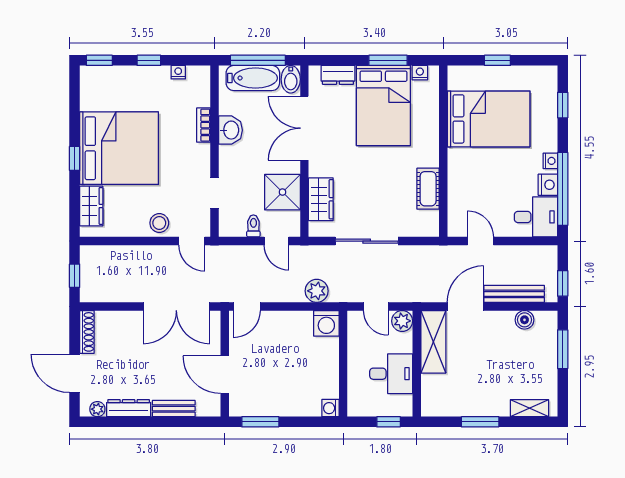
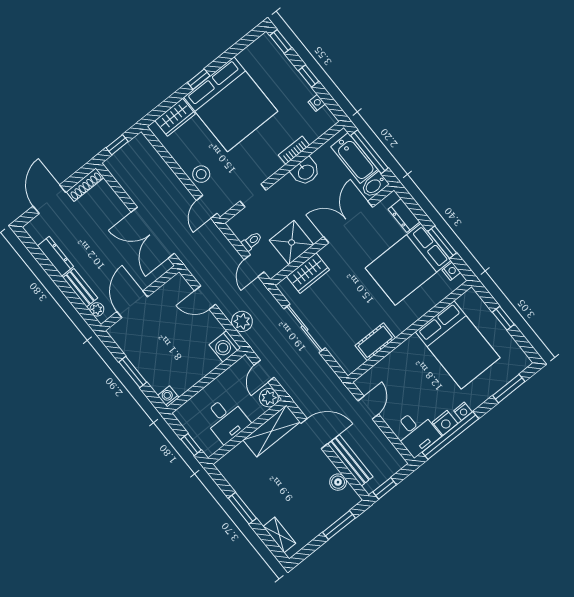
window: (563, 105) -> (509, 389), width x1.50
door: (247, 306) -> (205, 298), moved
plant: (97, 409) -> (97, 309), moved
window: (260, 422) -> (133, 372), moved

